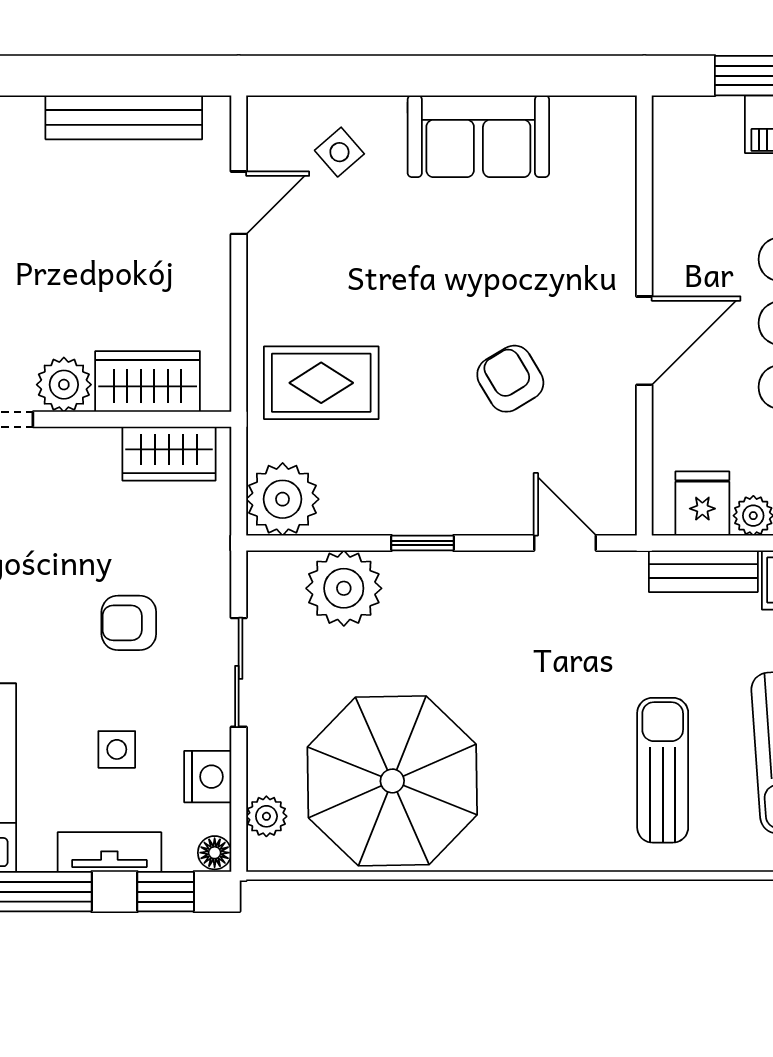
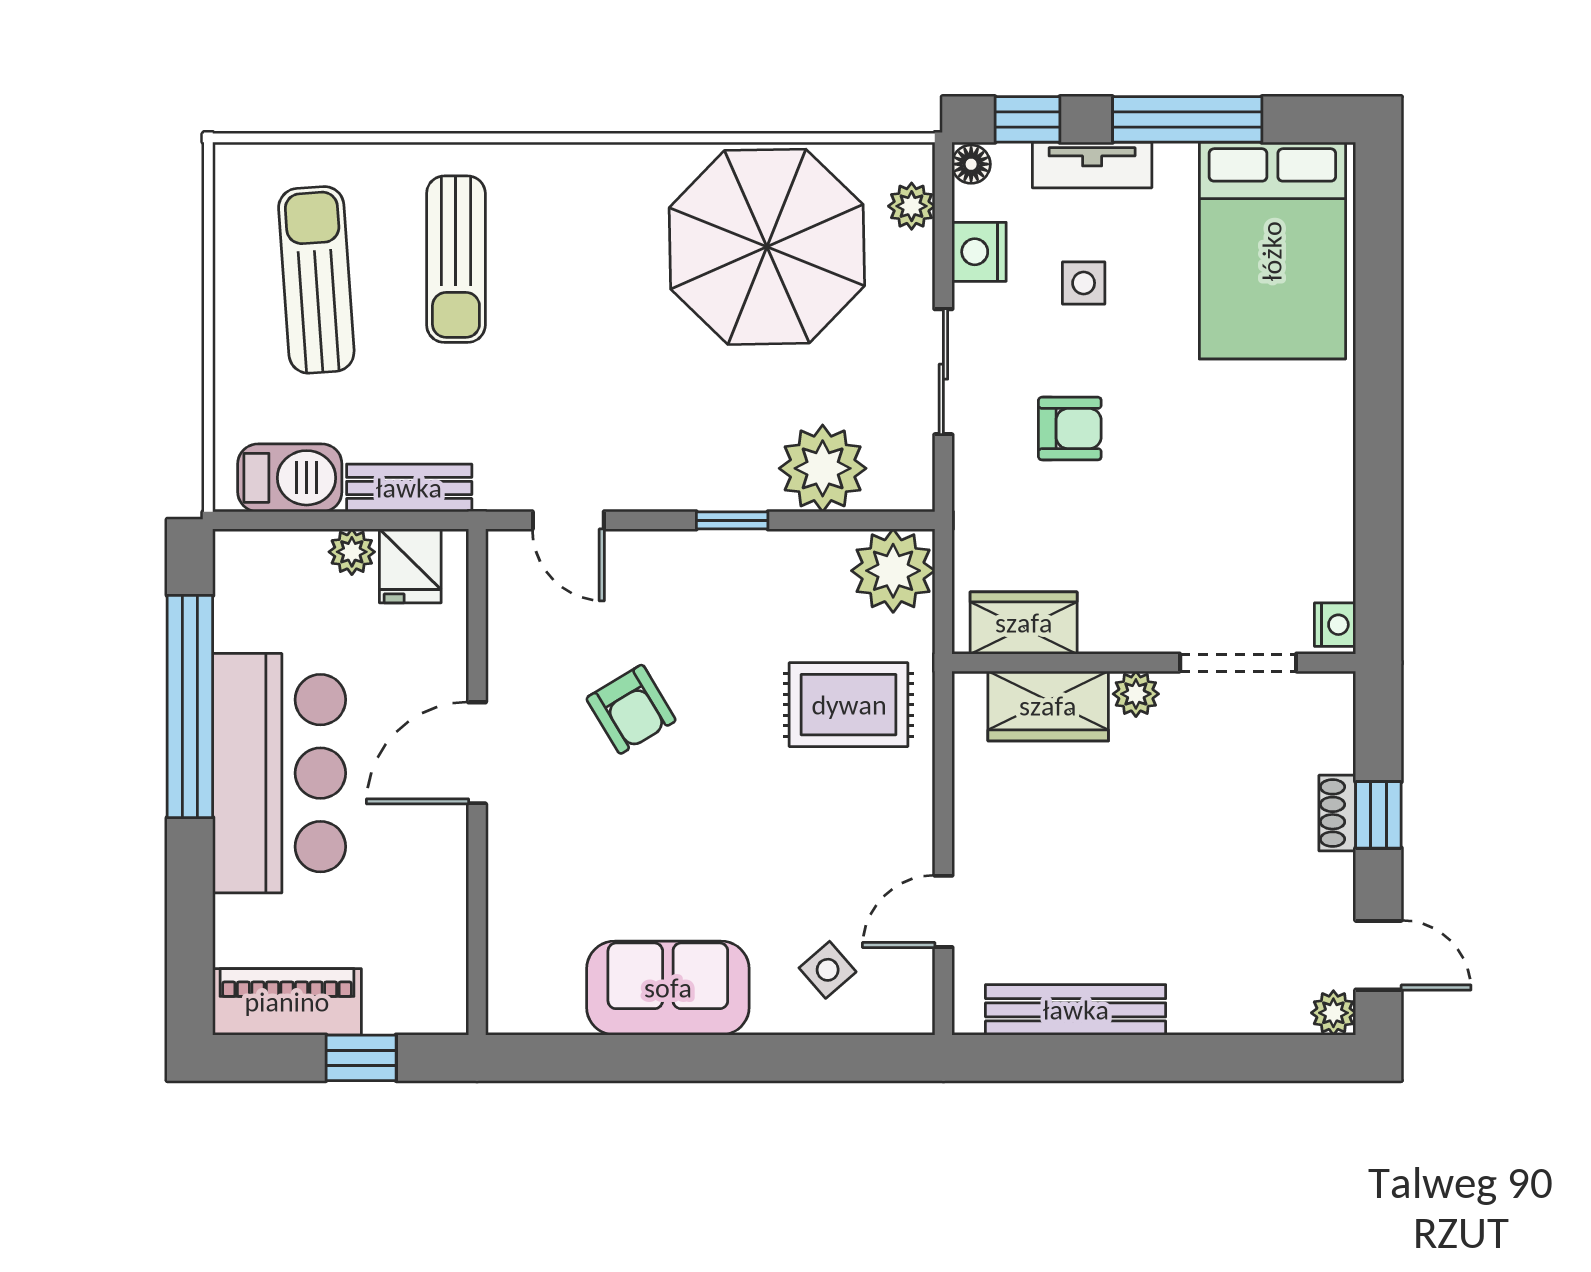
plant: (64, 385) -> (1136, 694), width x0.73, depth x0.73

